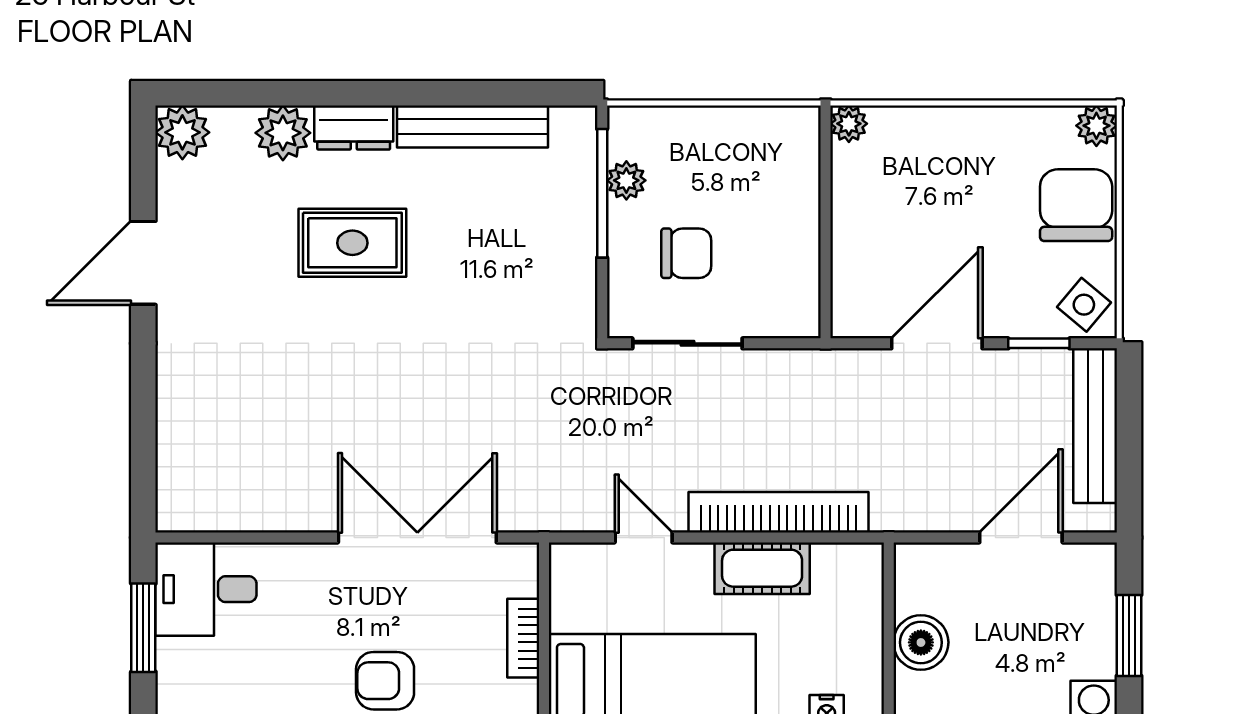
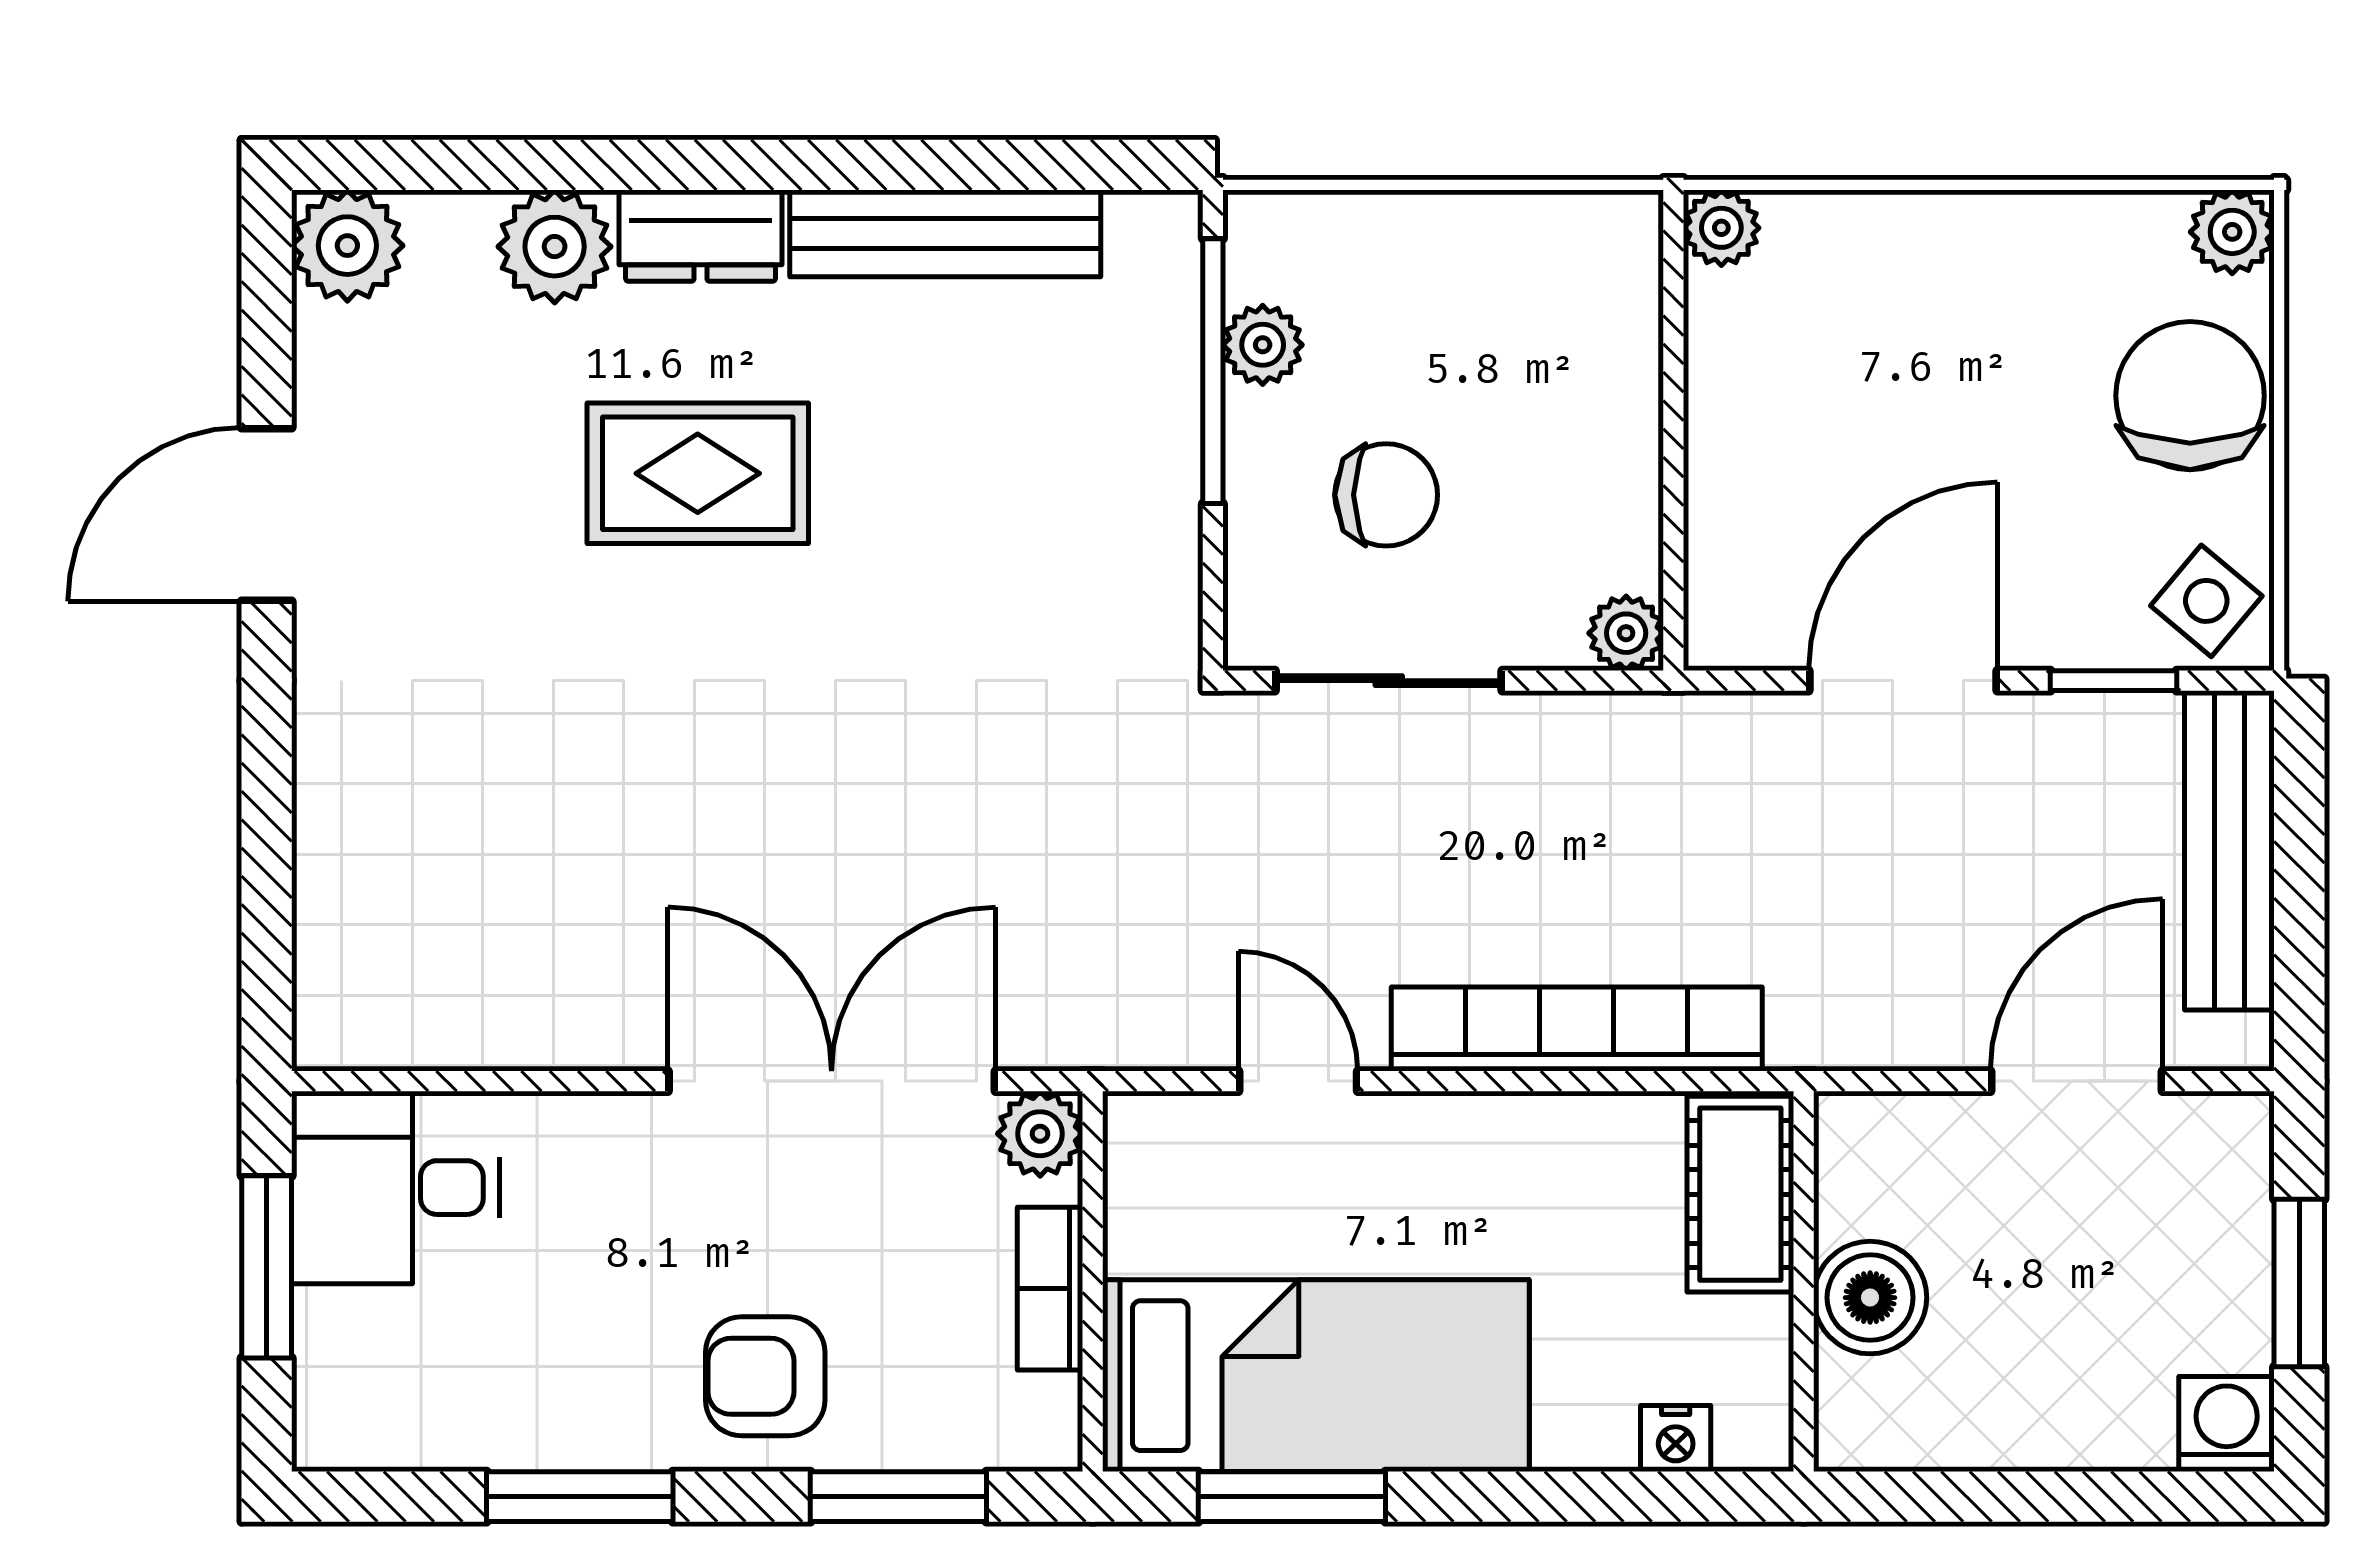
plant: (803, 320) -> (1626, 633), added
plant: (518, 563) -> (1040, 1134), added
cot: (762, 568) -> (1740, 1194), moved, turned 90

